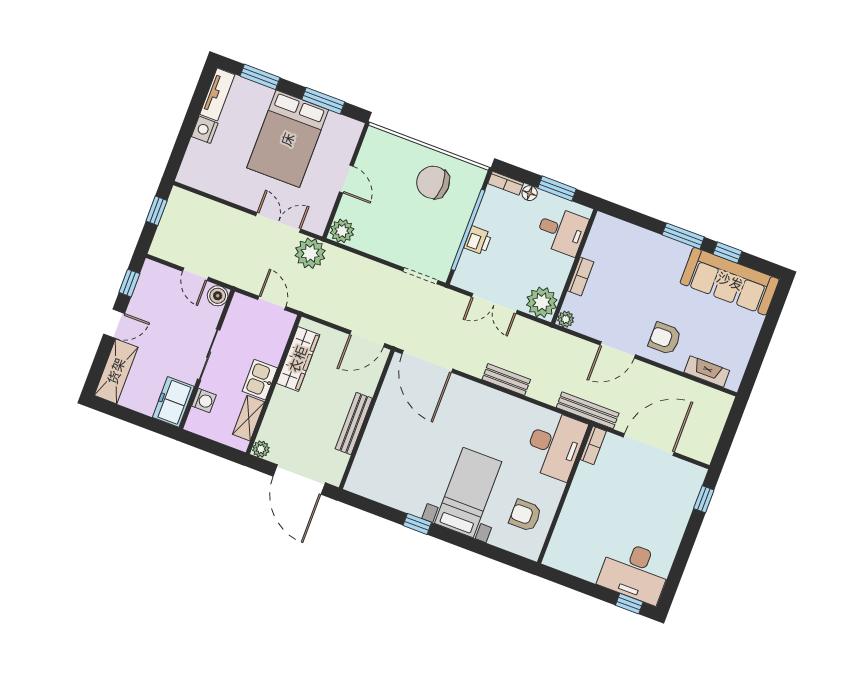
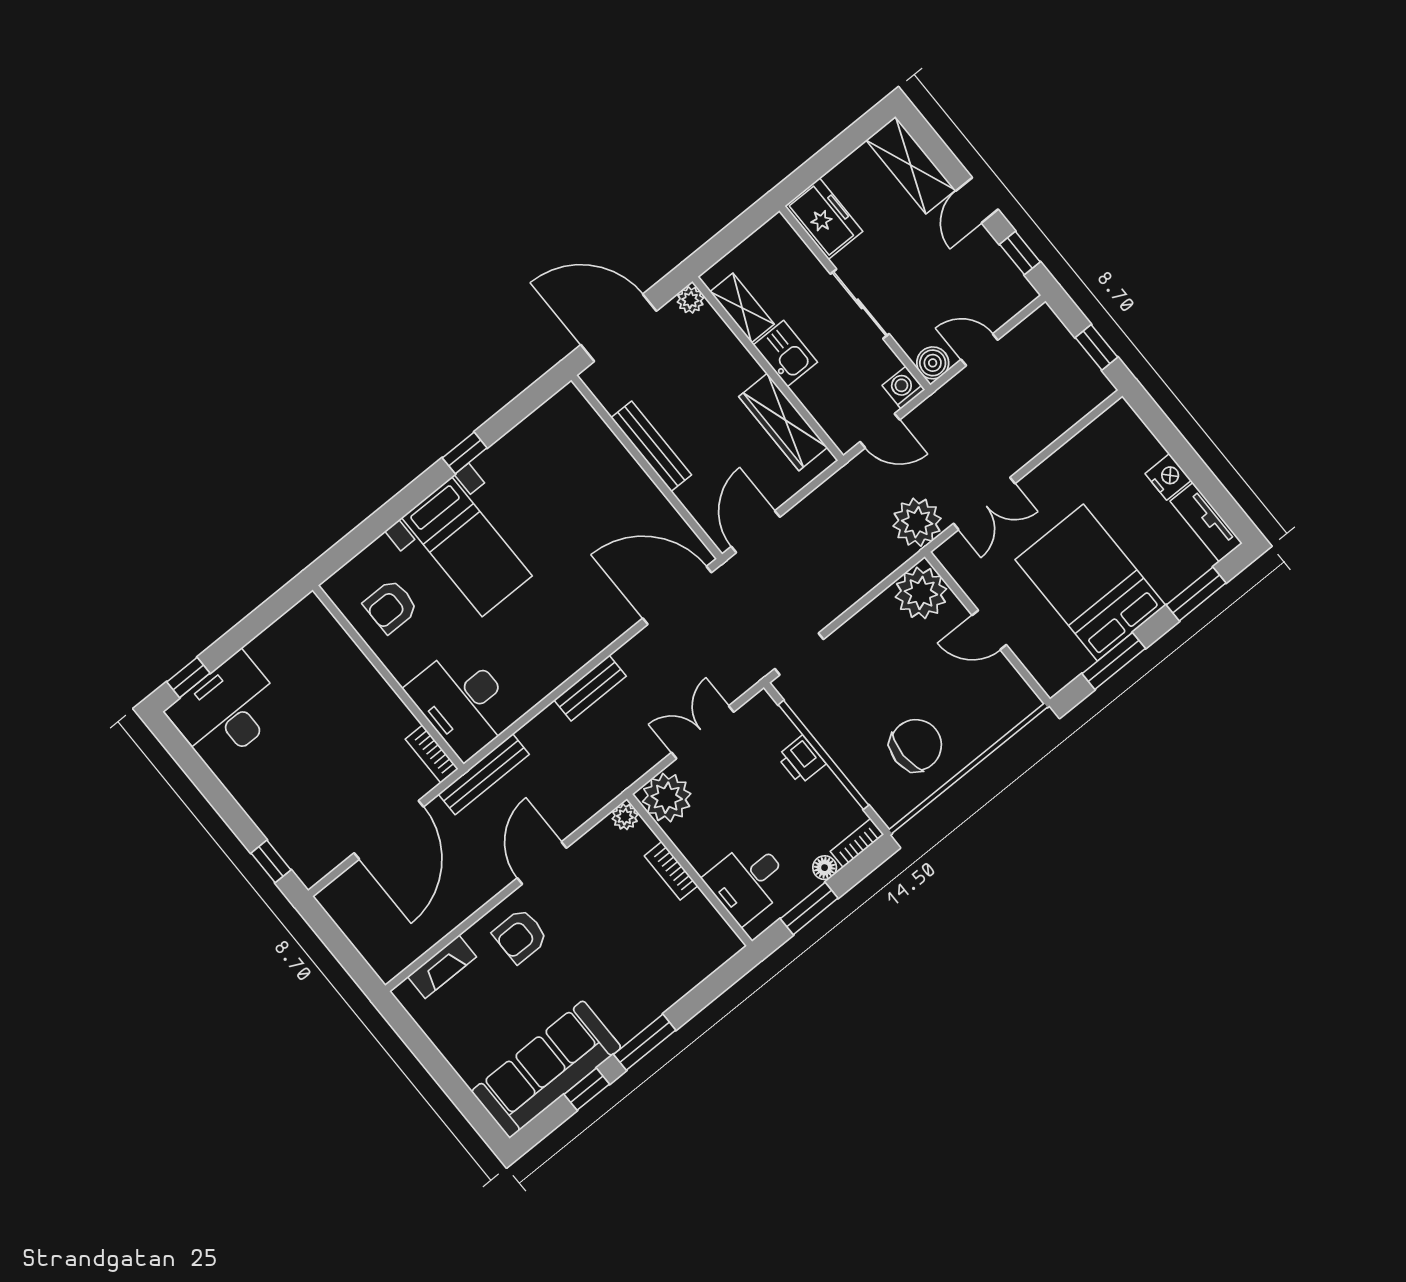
plant: (342, 231) -> (921, 593), width x1.36, depth x1.36
armchair: (665, 338) -> (520, 936), turned 180
washing machine: (204, 401) -> (903, 388), moved, turned 90
armchair: (525, 515) -> (391, 606), turned 180

